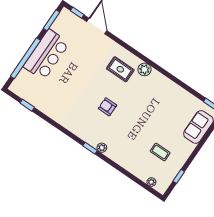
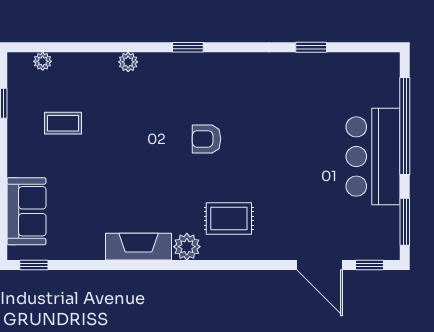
fireplace: (164, 83) -> (139, 247), added
window: (27, 105) -> (311, 47), moved
armchair: (107, 107) -> (207, 139), turned 180
plant: (102, 148) -> (128, 62), moved

